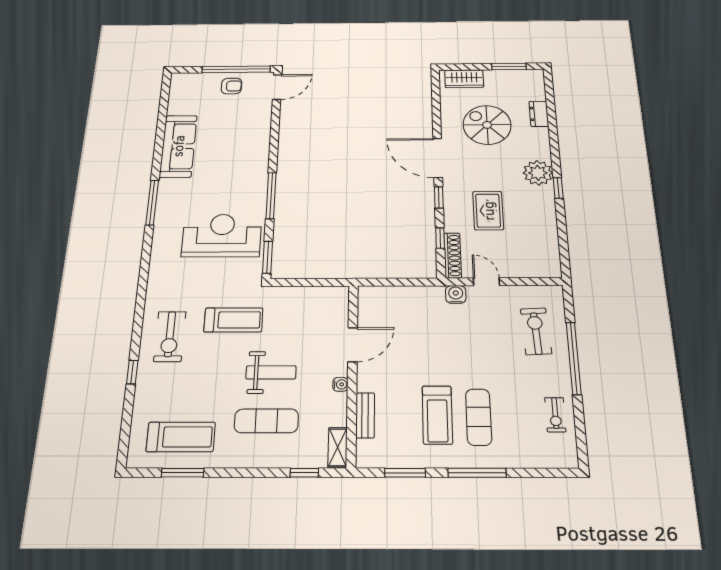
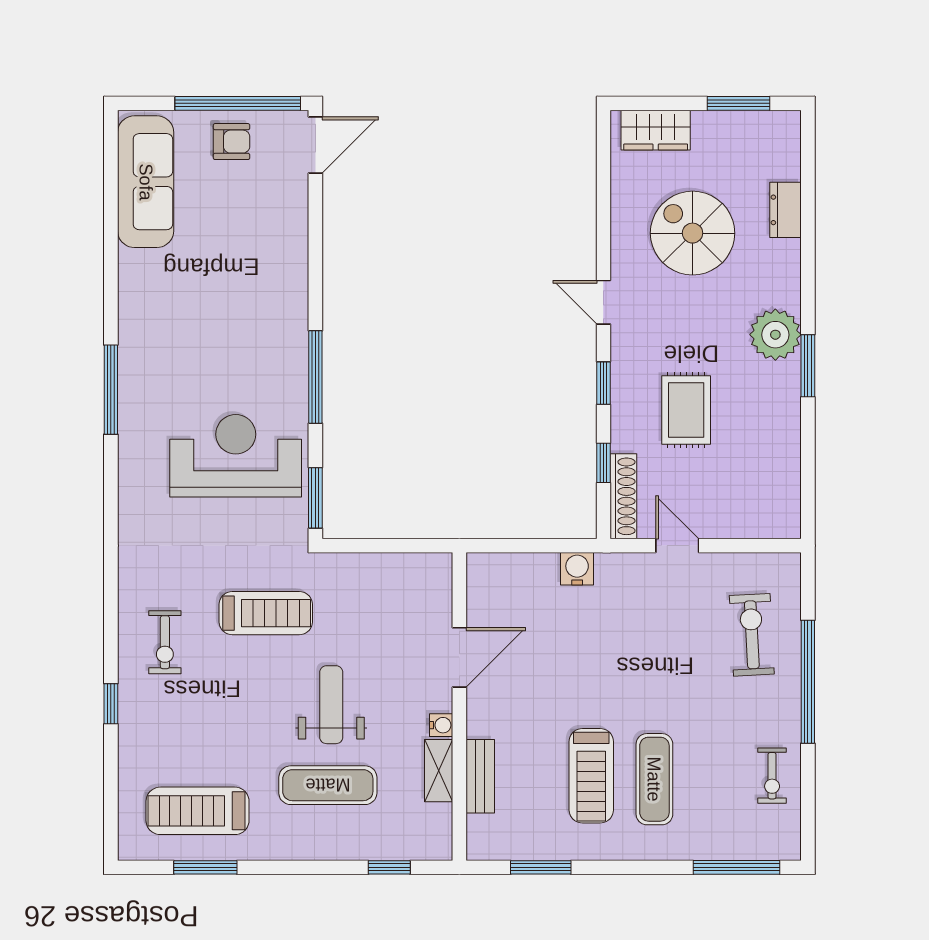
sofa: (178, 146) -> (146, 182), moved
door: (438, 158) -> (603, 302), width x0.53
window: (558, 188) -> (808, 366), width x1.50
water cooler: (456, 294) -> (577, 569), moved
exercise bike: (170, 337) -> (165, 642), width x0.73, depth x0.72
weight bench: (271, 372) -> (331, 705), turned -90
treadmill: (181, 437) -> (198, 811), turned 180
shelving: (338, 447) -> (439, 771), moved
window: (477, 473) -> (737, 867), moved

